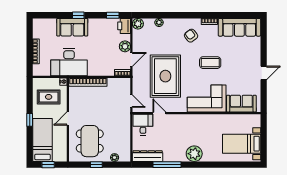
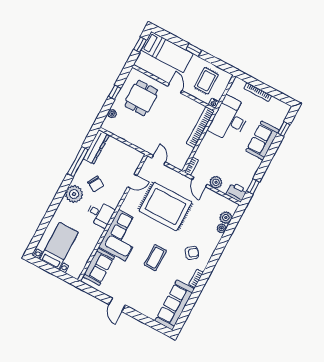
window: (78, 15) -> (284, 129), moved
plant: (138, 24) -> (226, 218), moved
door: (131, 101) -> (159, 160), swing flipped
desk: (143, 125) -> (100, 214), moved
dining table: (90, 141) -> (141, 98), width x0.73
chair: (177, 141) -> (96, 184), added

